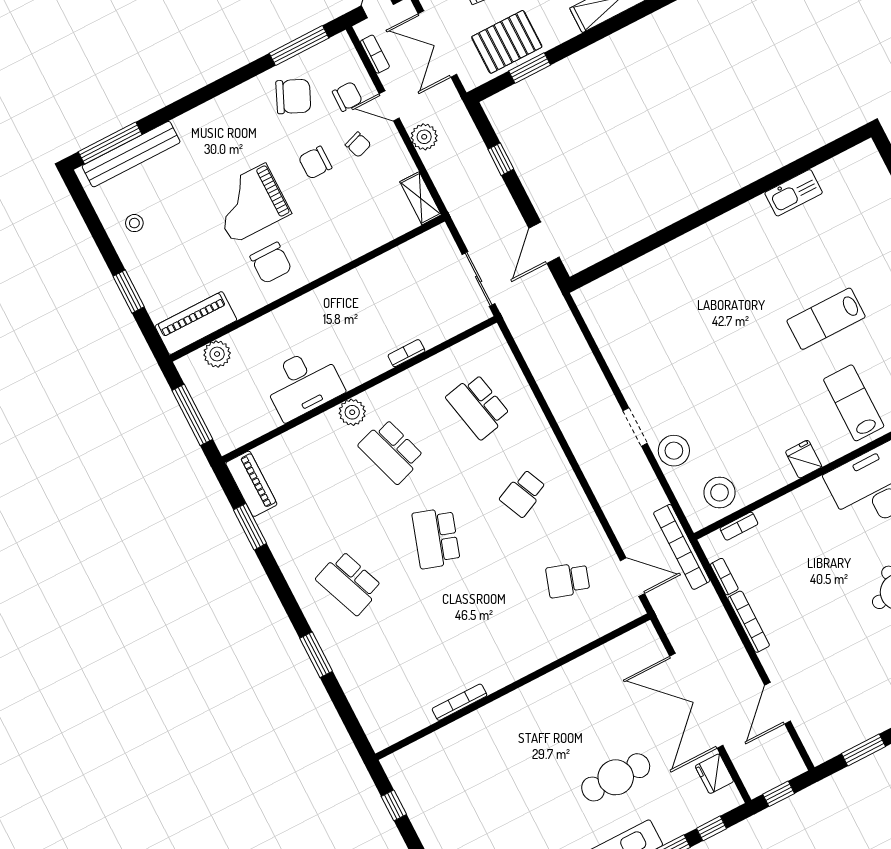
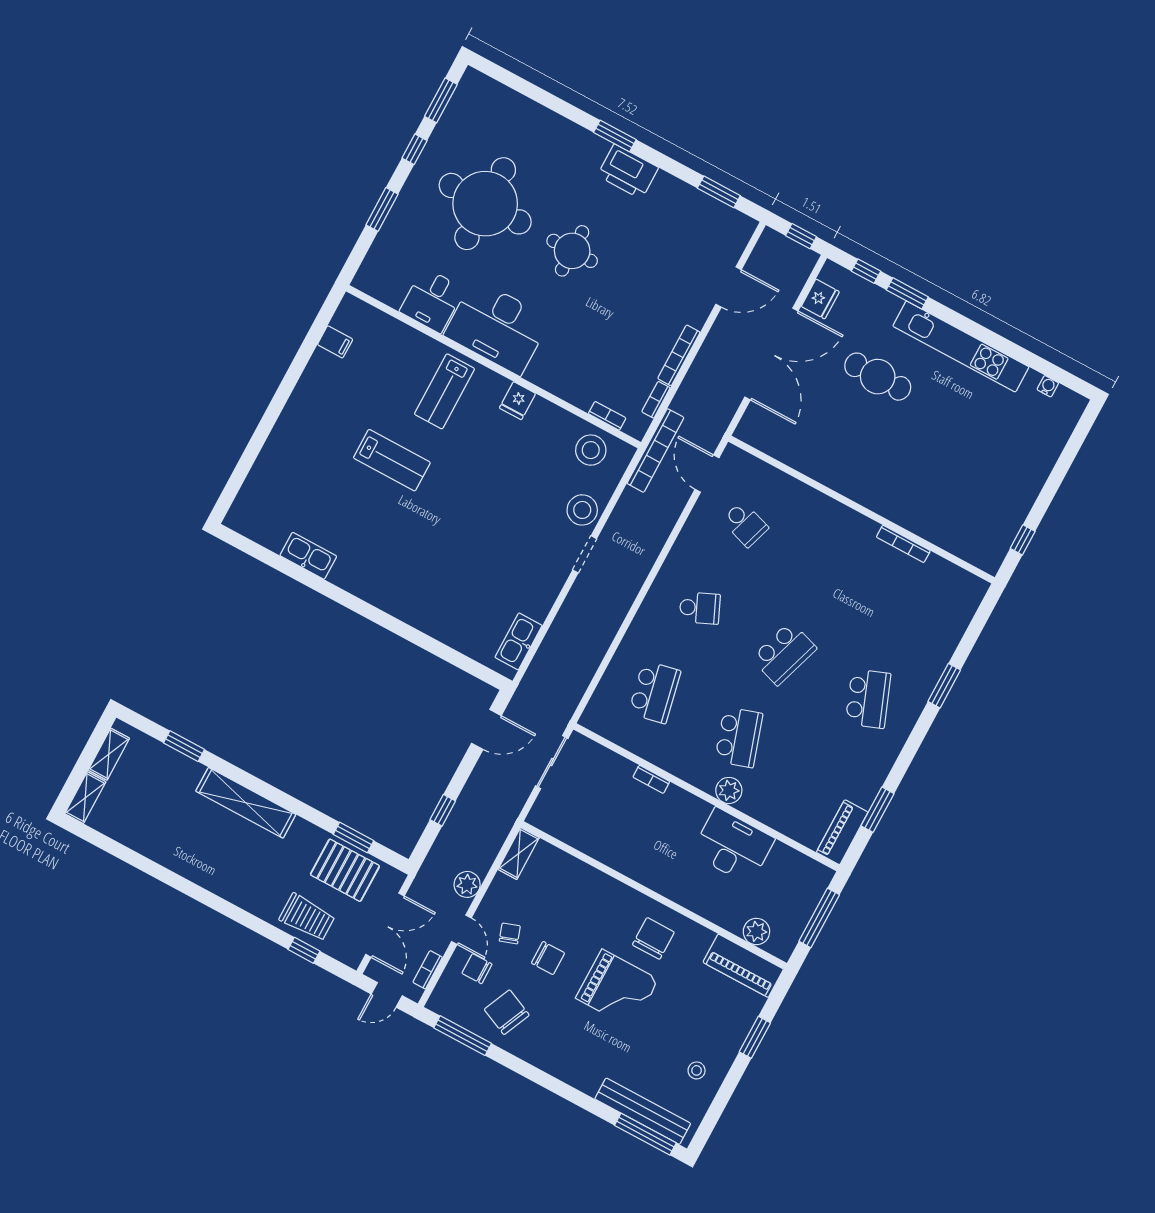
kitchen sink: (600, 321) -> (518, 641), added

